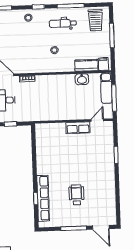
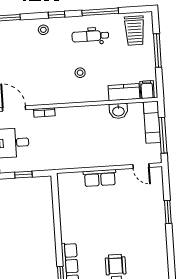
door: (97, 120) -> (141, 166), swing flipped
row of seats: (78, 128) -> (100, 178), moved

